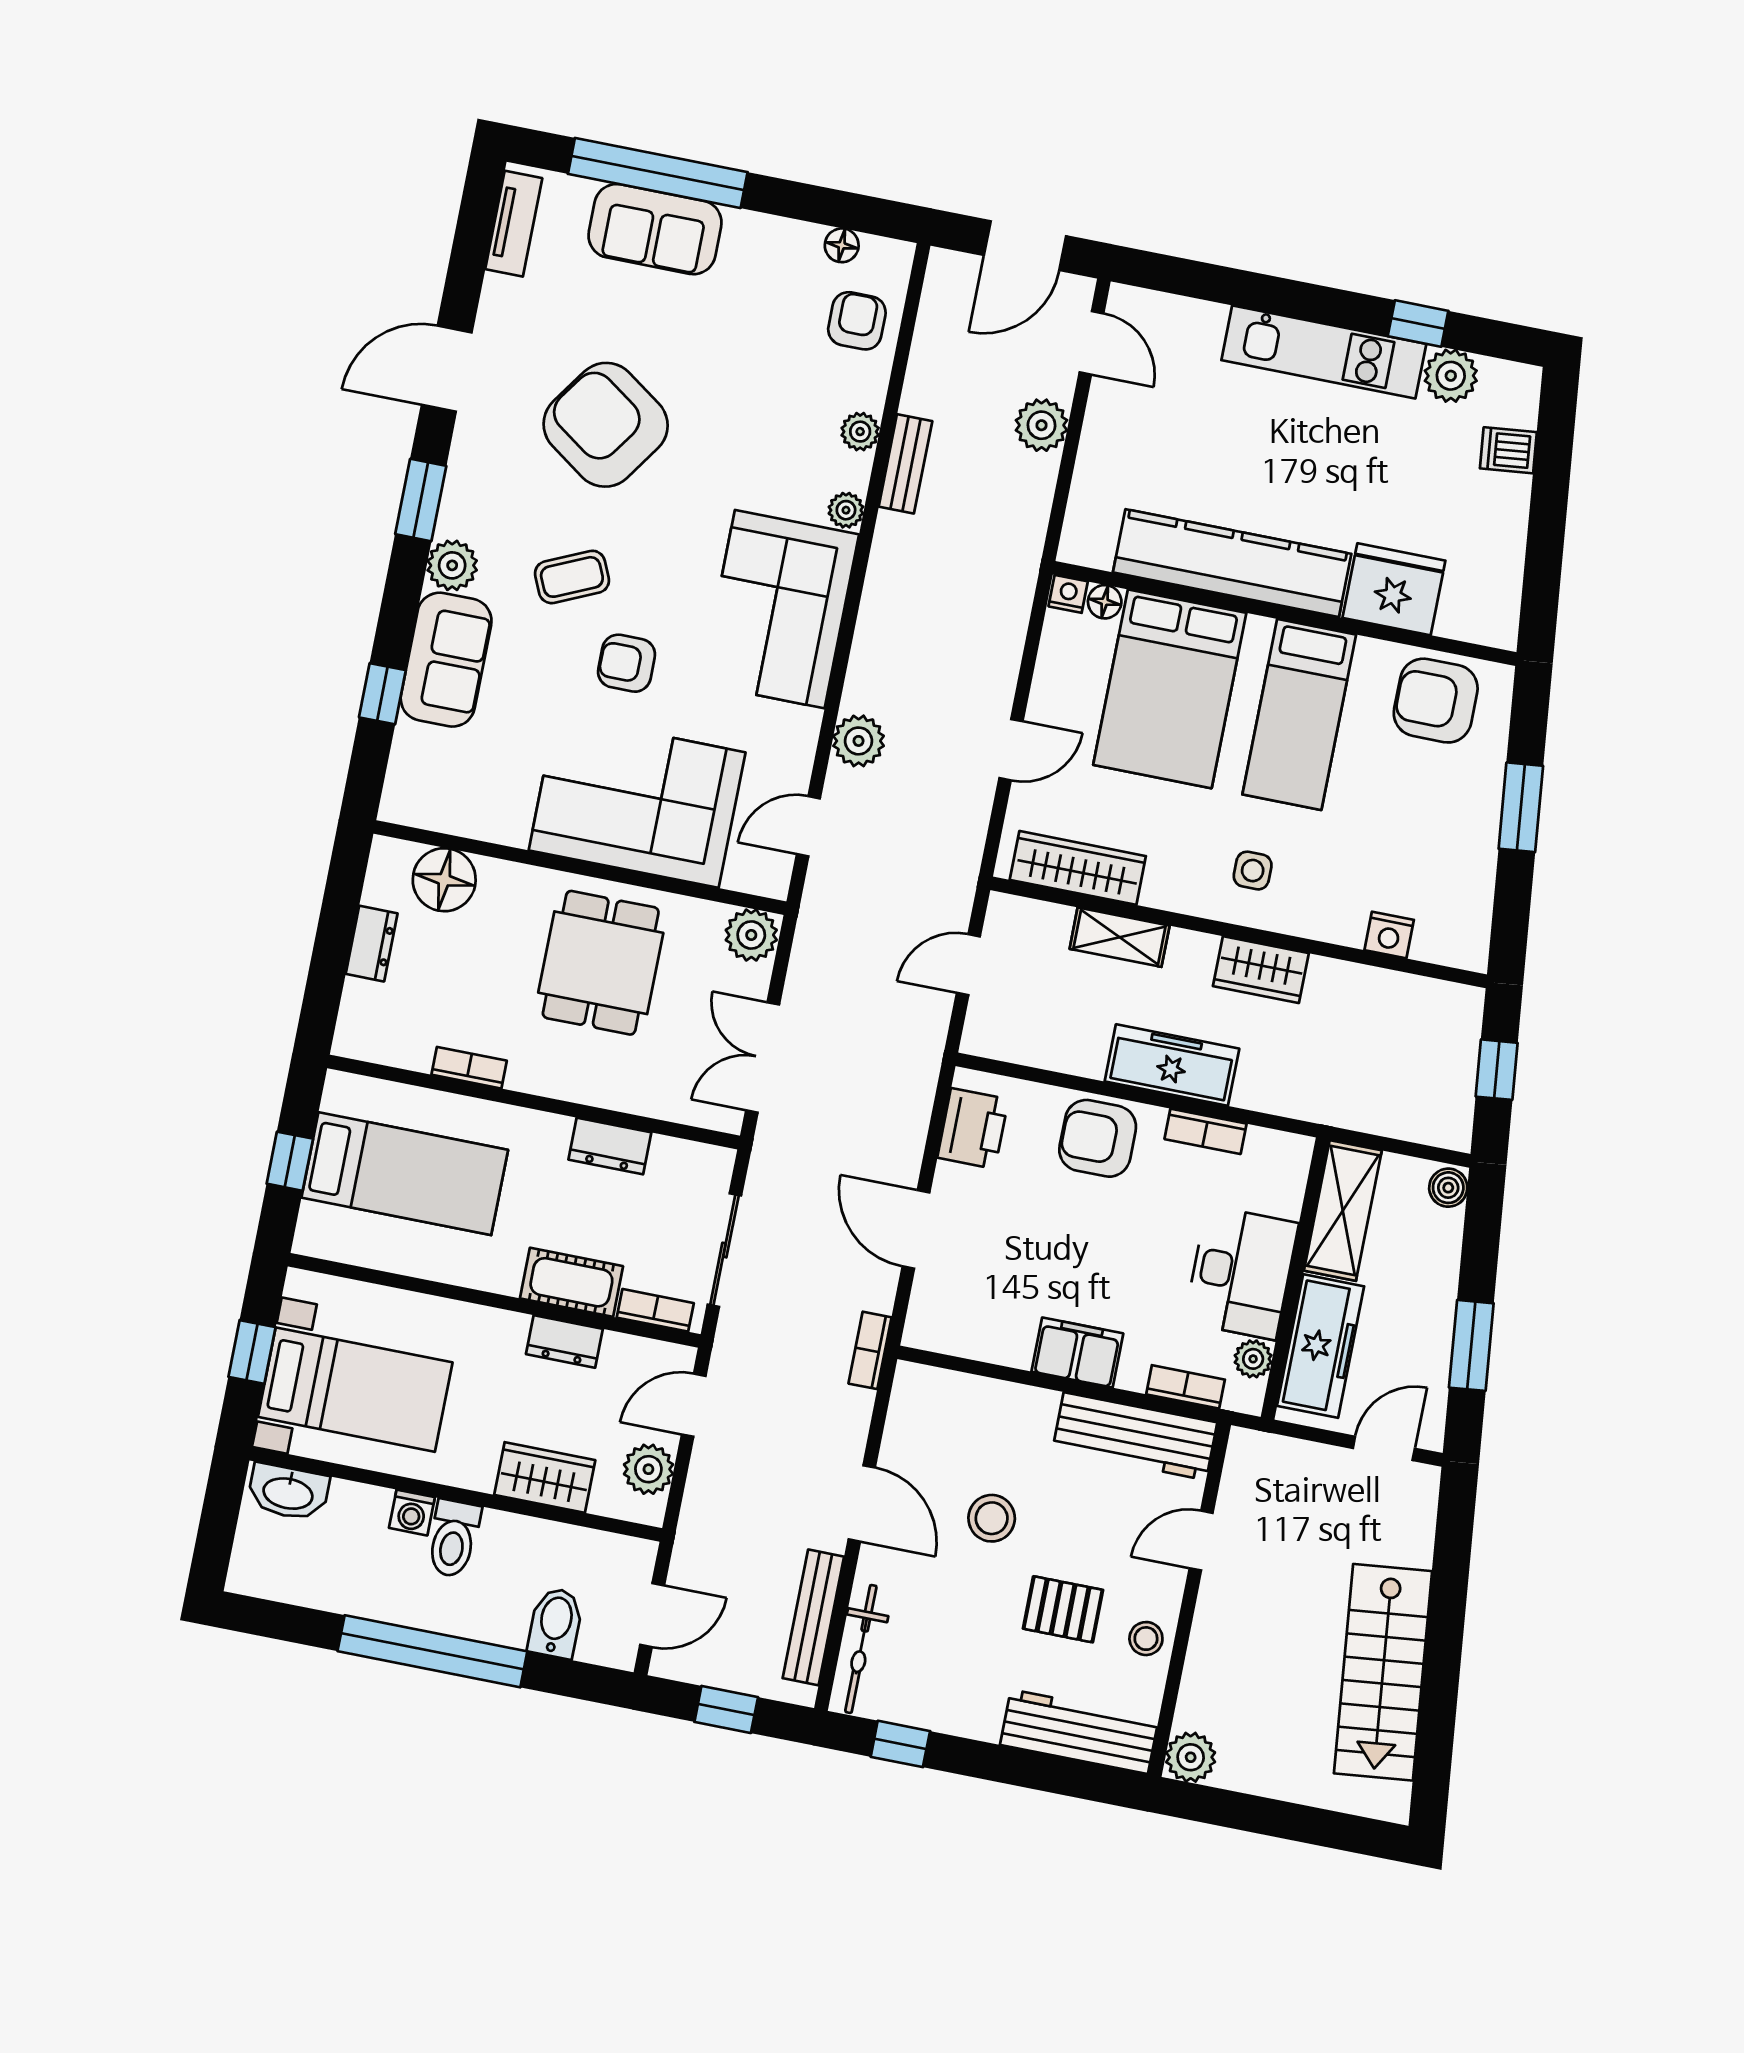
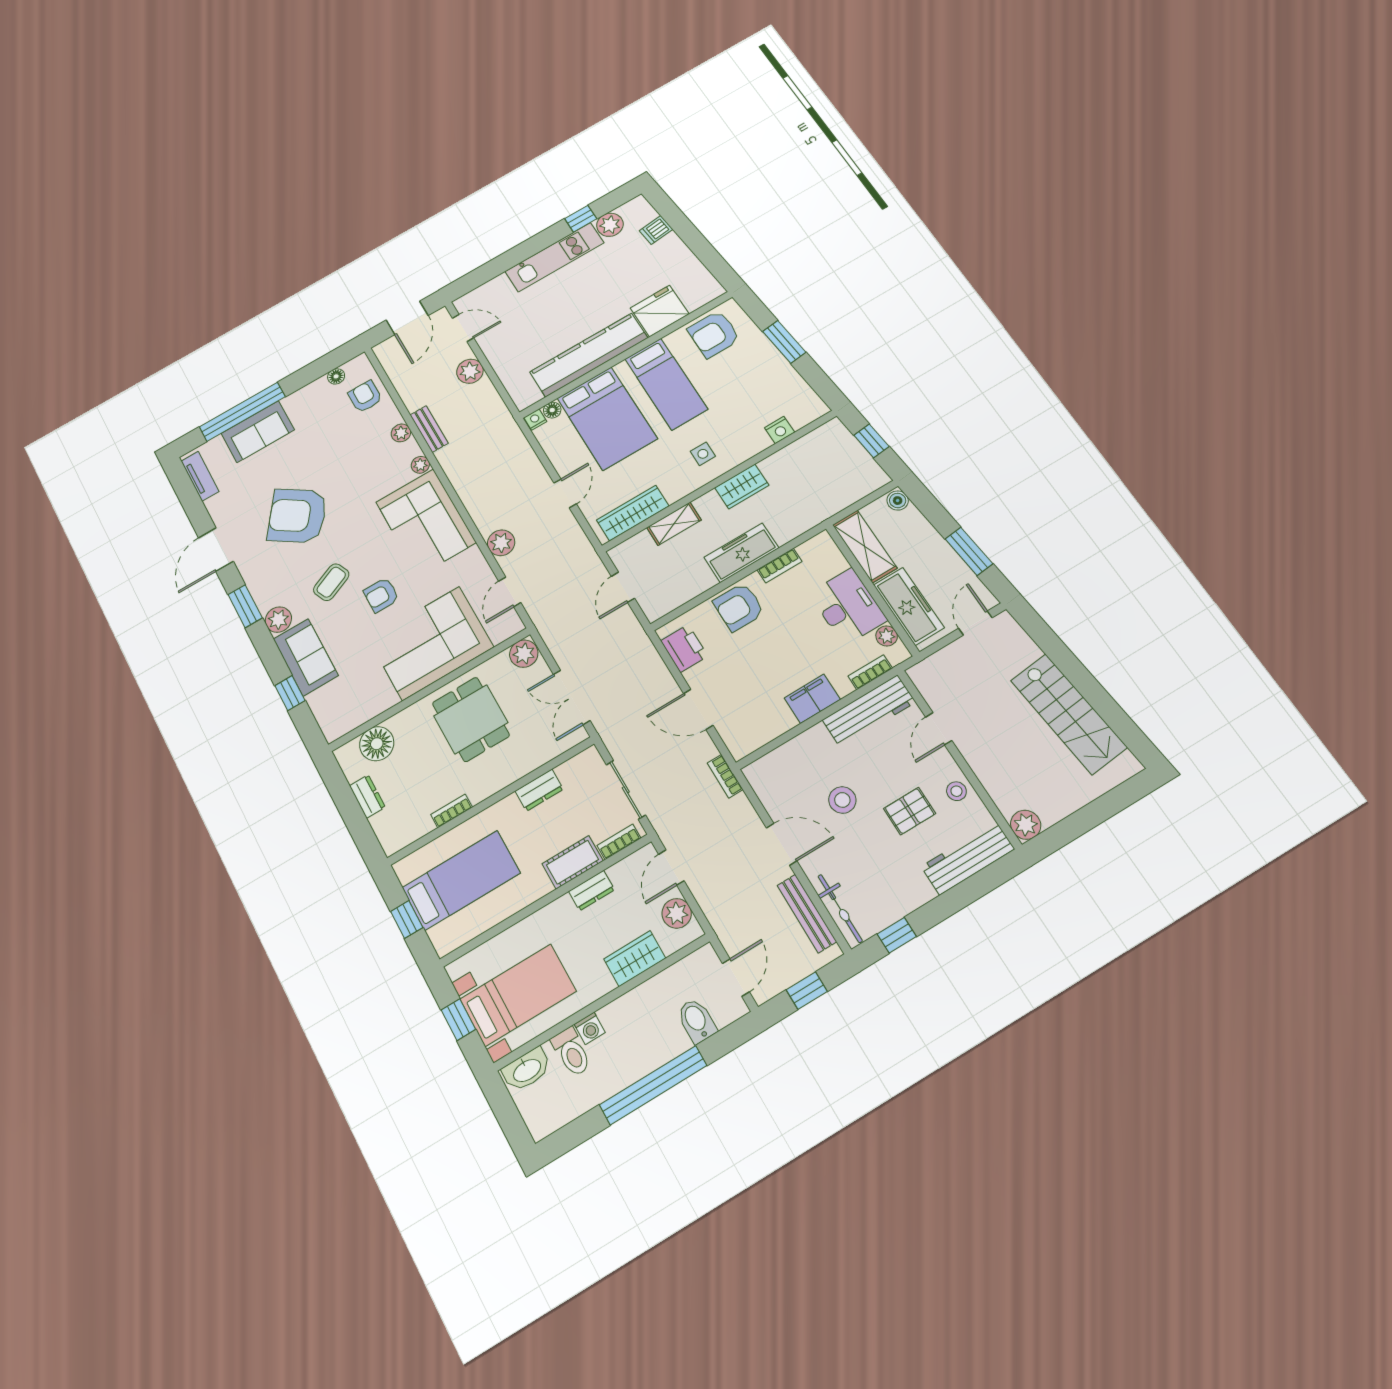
toilet: (453, 1539) -> (571, 1052), moved

